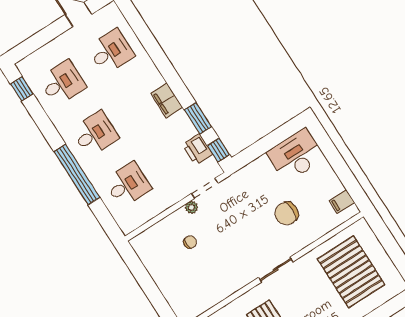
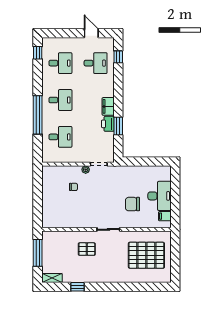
printer: (198, 149) -> (108, 124), moved
window: (218, 150) -> (118, 57), moved
desk: (296, 155) -> (160, 196), moved, turned 90
pallet: (351, 272) -> (146, 255), turned 90

